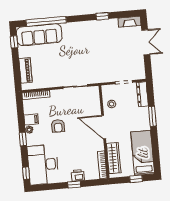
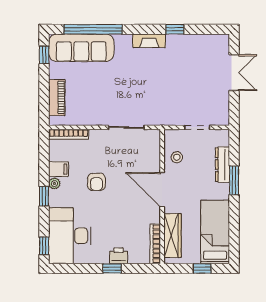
fireplace: (129, 22) -> (149, 41), moved
dresser: (142, 94) -> (222, 165), moved

